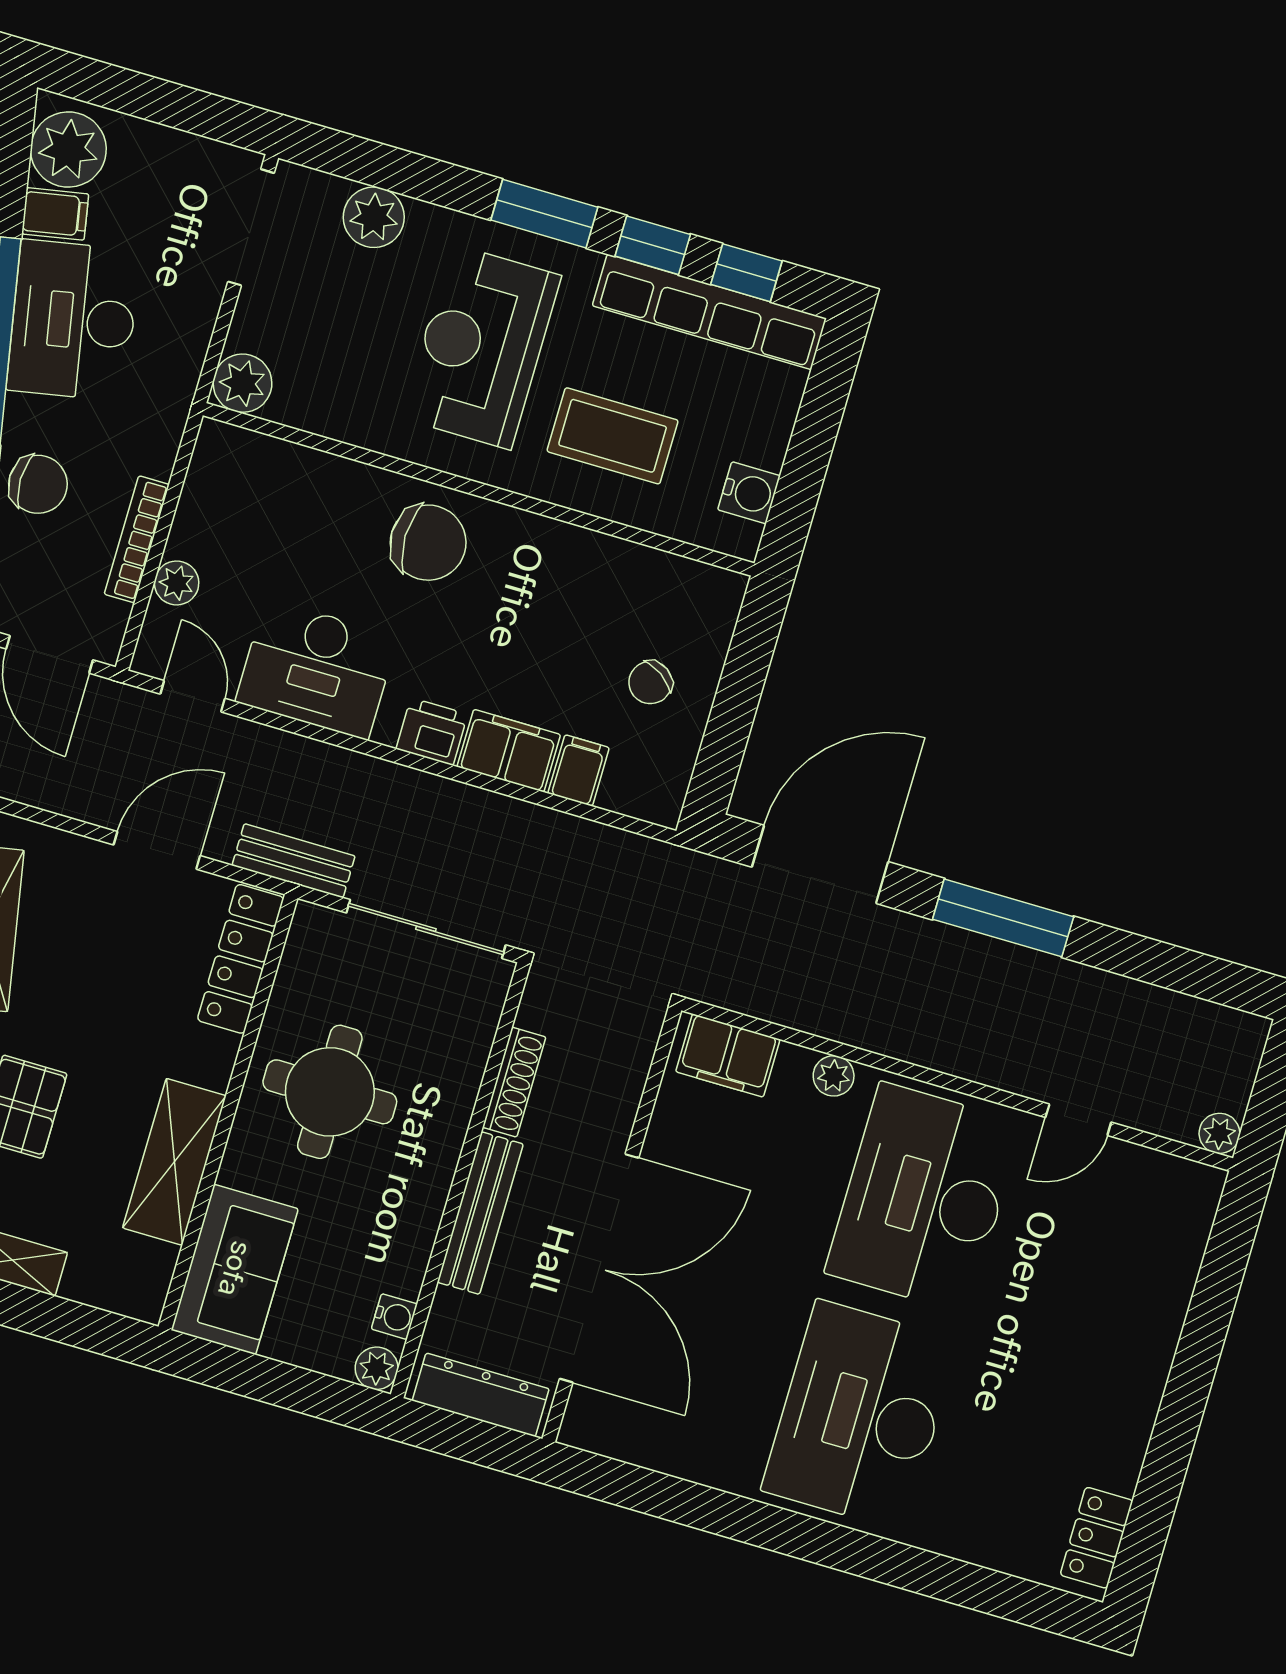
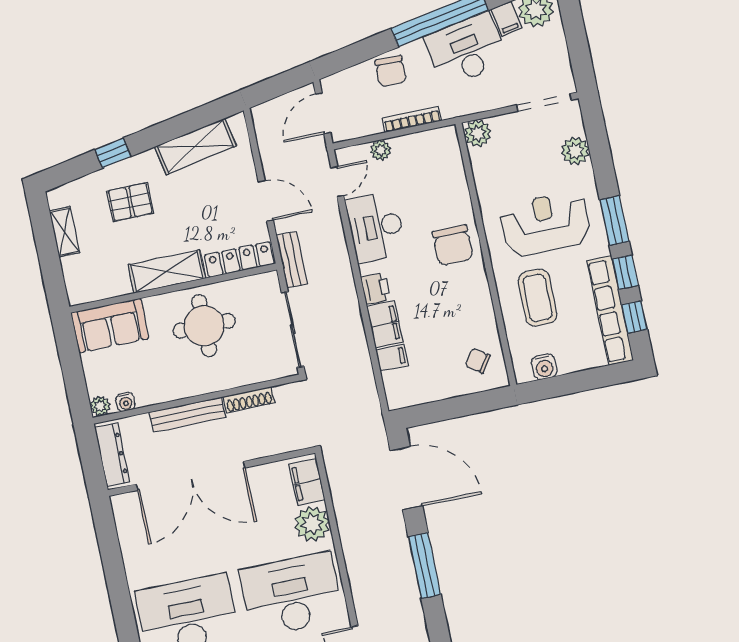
bookcase: (137, 539) -> (412, 119), moved
chair: (650, 682) -> (478, 361), moved
plant: (834, 1076) -> (312, 524), width x1.88, depth x1.88
shelving: (174, 1162) -> (167, 271), moved

